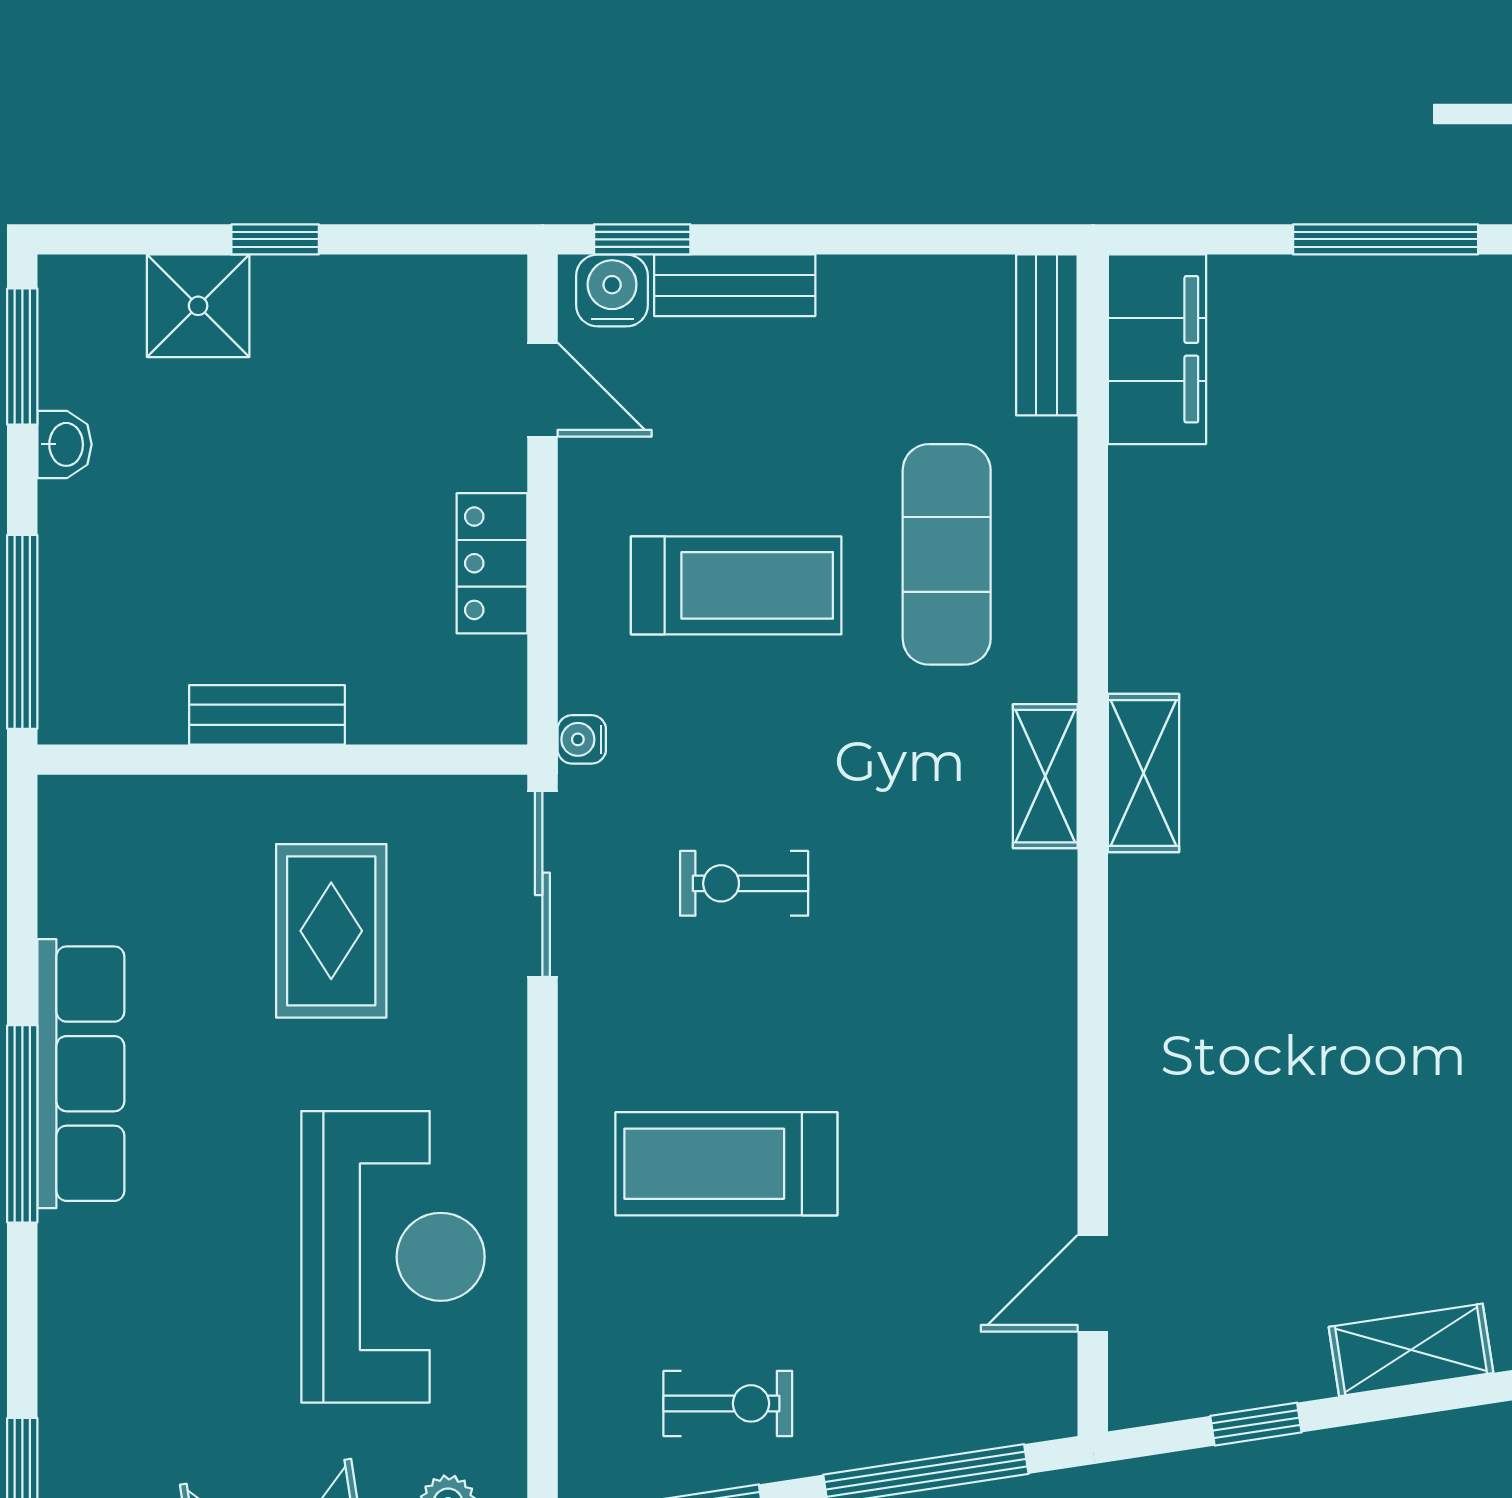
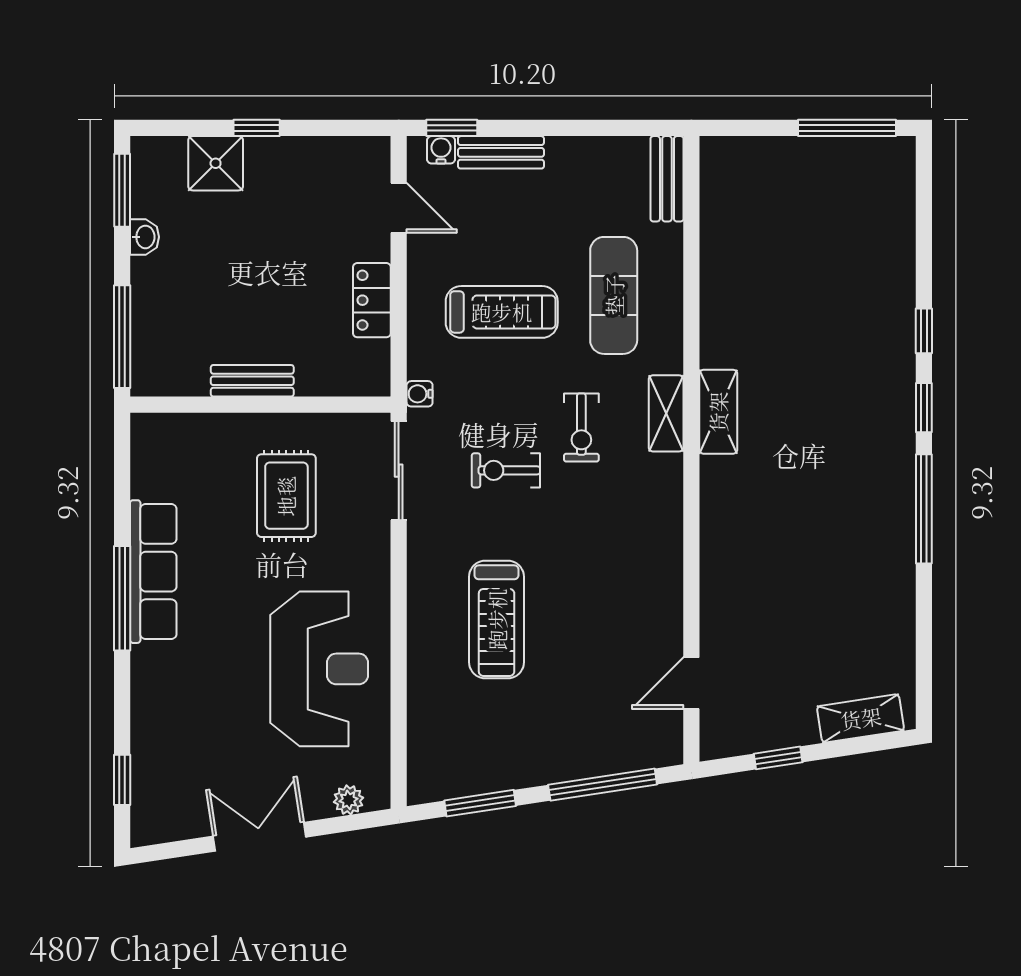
water cooler: (612, 290) -> (441, 150), width x0.72, depth x0.72
filing cabinet: (1157, 349) -> (725, 186), removed
treadmill: (726, 1164) -> (497, 619), turned -90
exercise bike: (728, 1403) -> (581, 427), moved, turned 90

